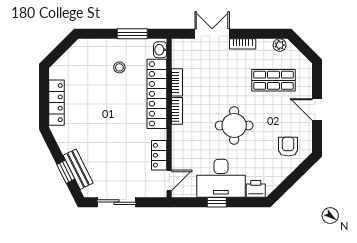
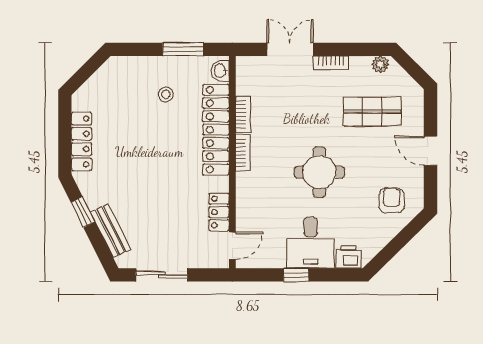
window: (66, 172) -> (83, 212), moved
desk: (221, 178) -> (311, 243), width x0.73

